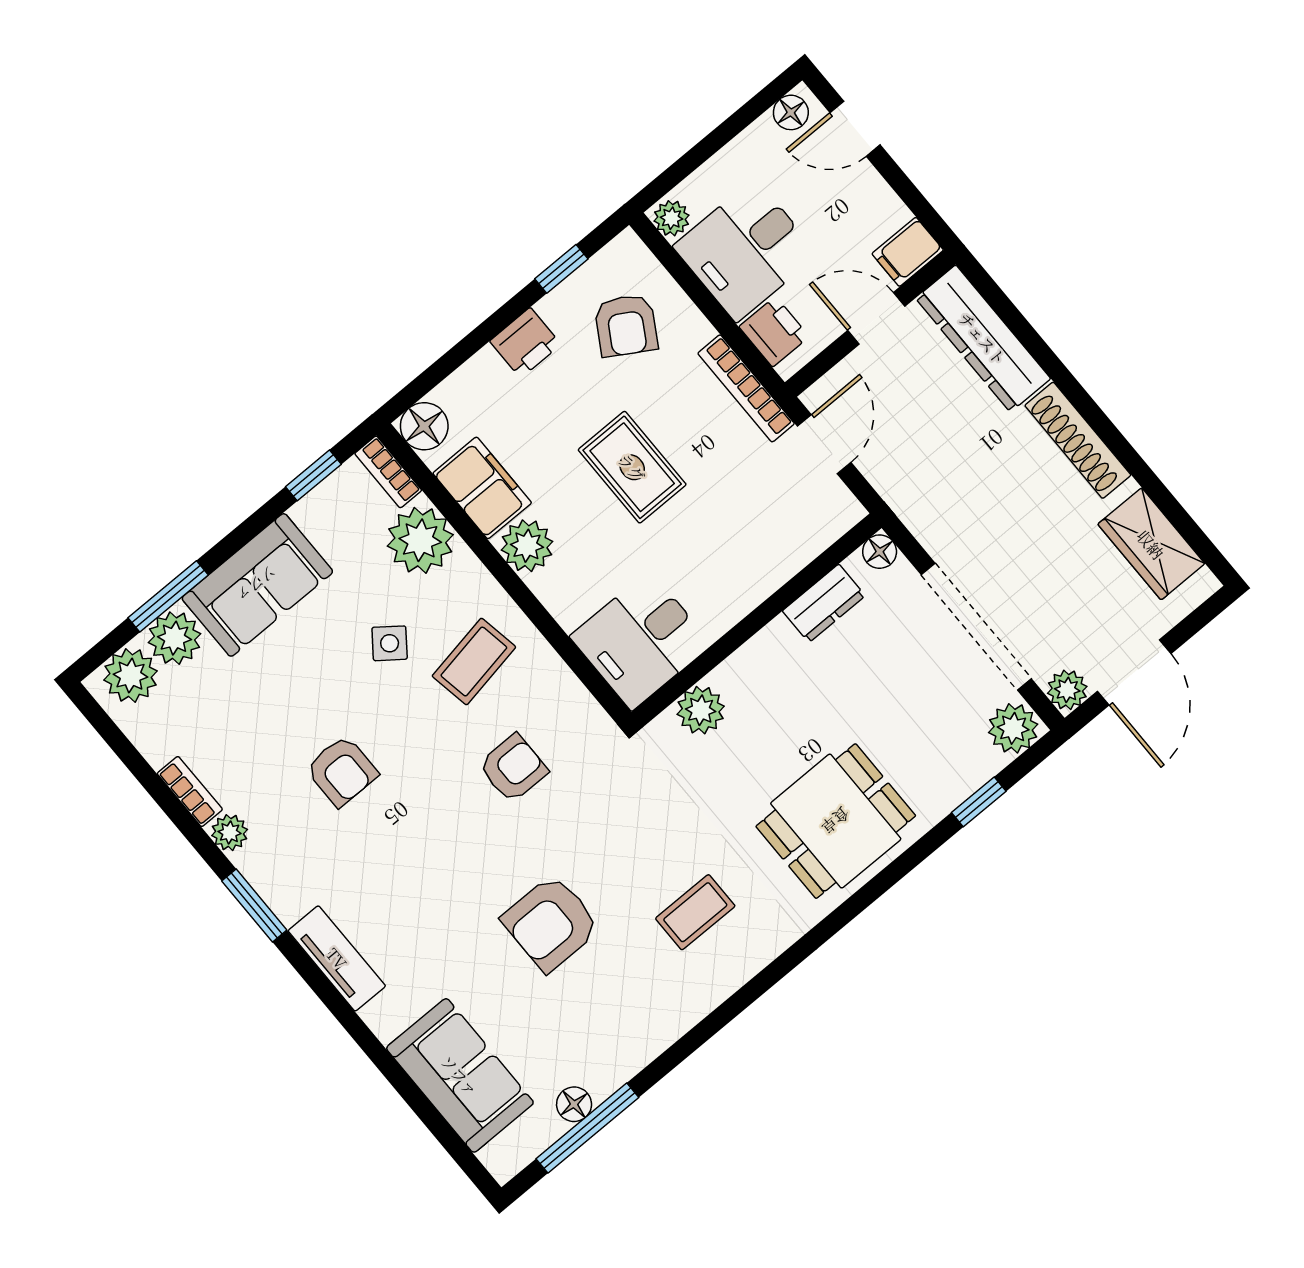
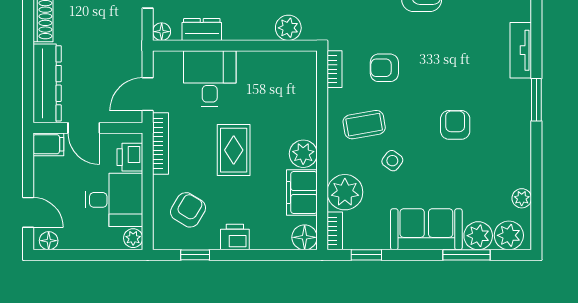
desk: (641, 640) -> (210, 79), moved, turned -90
bookcase: (190, 791) -> (335, 69), moved, turned 180
plant: (230, 833) -> (522, 198), moved

